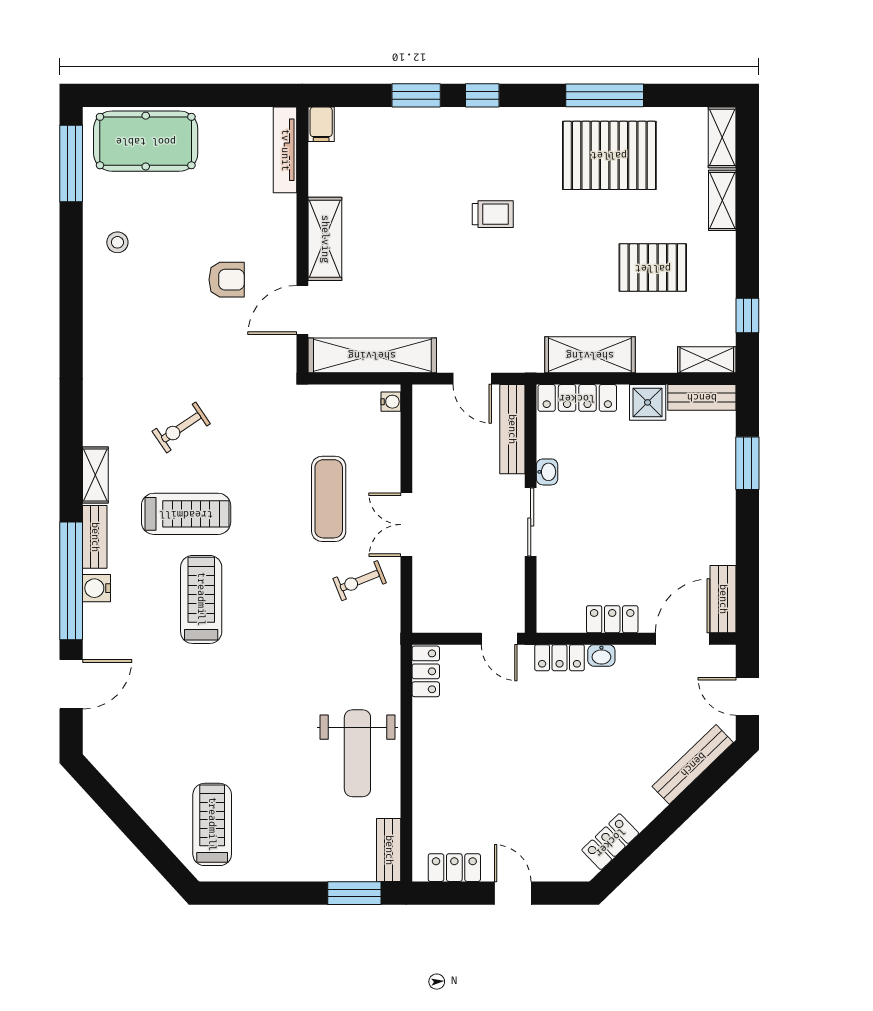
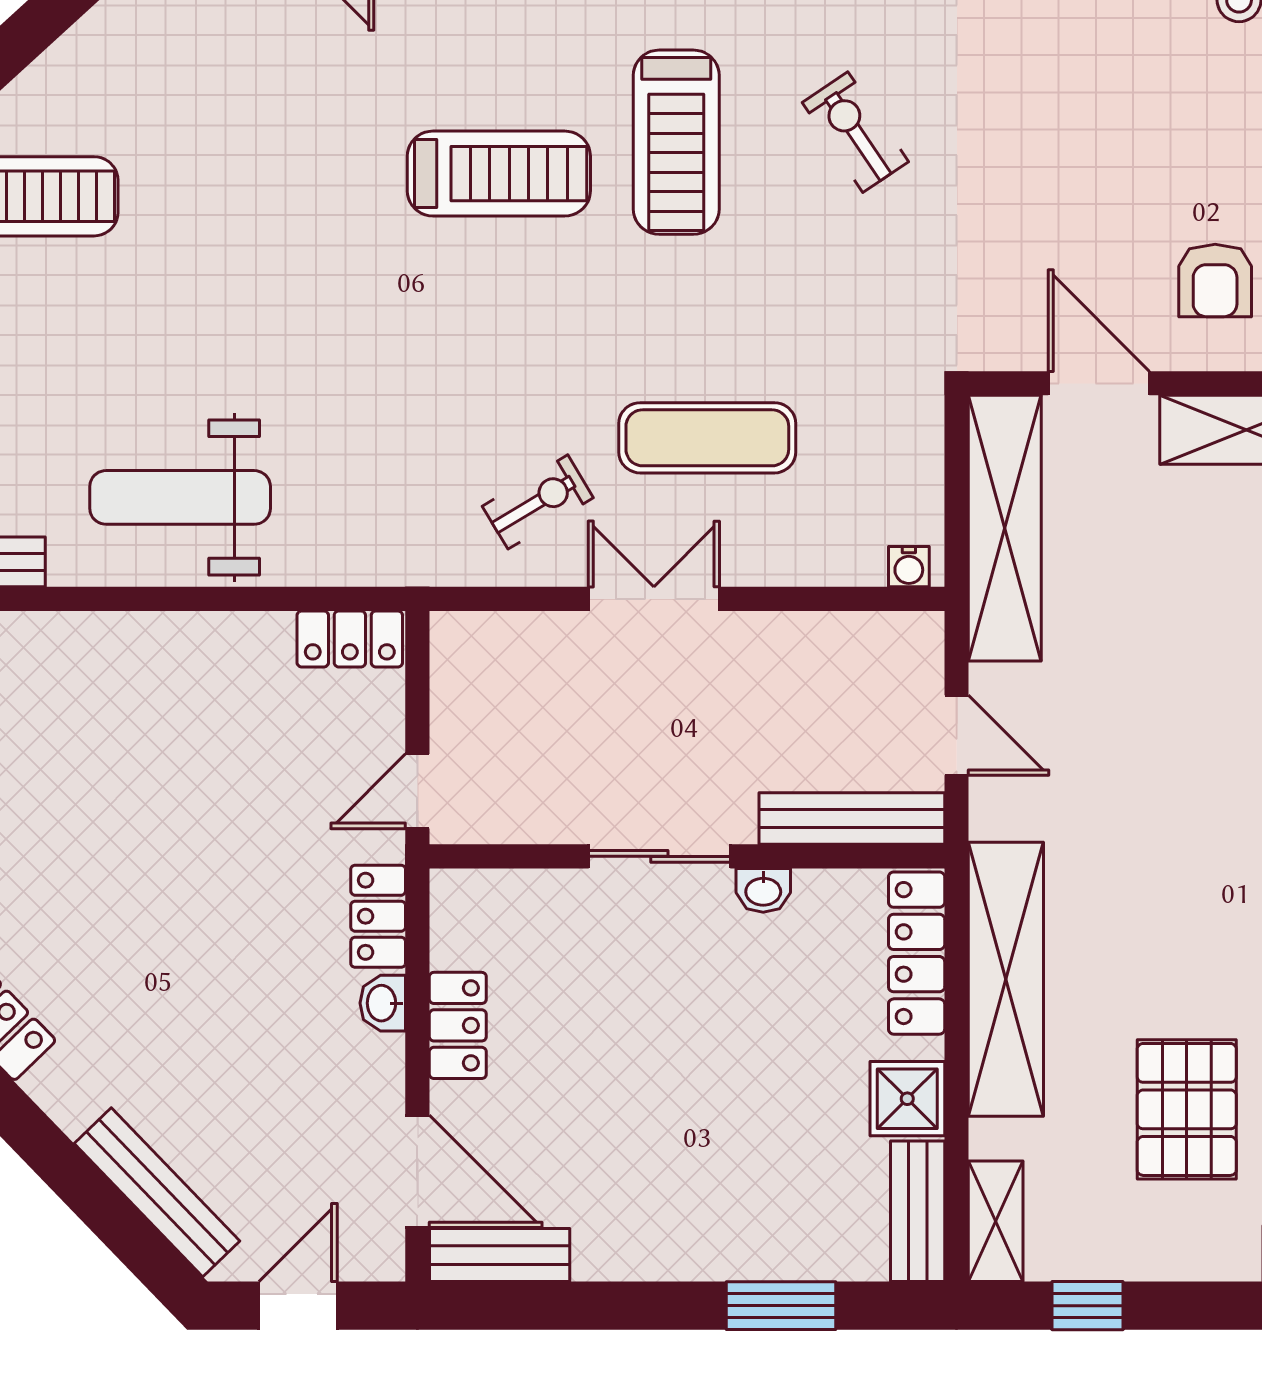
armchair: (227, 280) -> (1215, 281), moved
shelving: (590, 355) -> (1006, 979), width x1.47
door: (472, 379) -> (957, 735), swing flipped
exercise bike: (360, 581) -> (538, 502), turned 81

